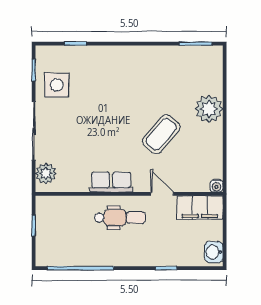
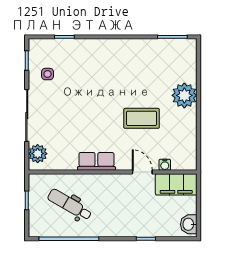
side table: (57, 85) -> (48, 74), width x0.54, depth x0.54
coffee table: (161, 134) -> (142, 118), turned 49
water cooler: (217, 186) -> (165, 165), moved
dental chair: (120, 218) -> (70, 205), moved, turned -150

